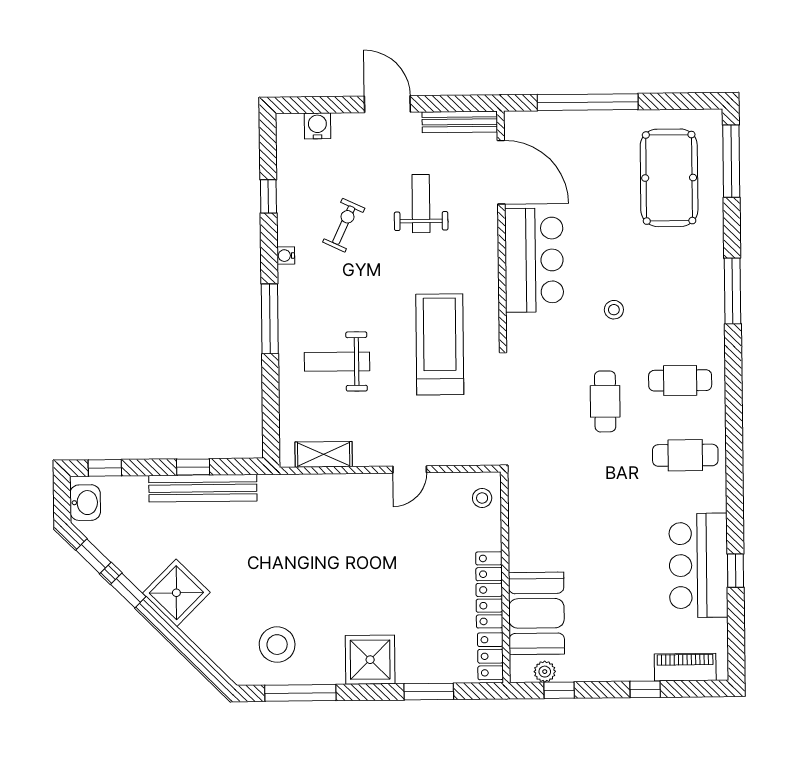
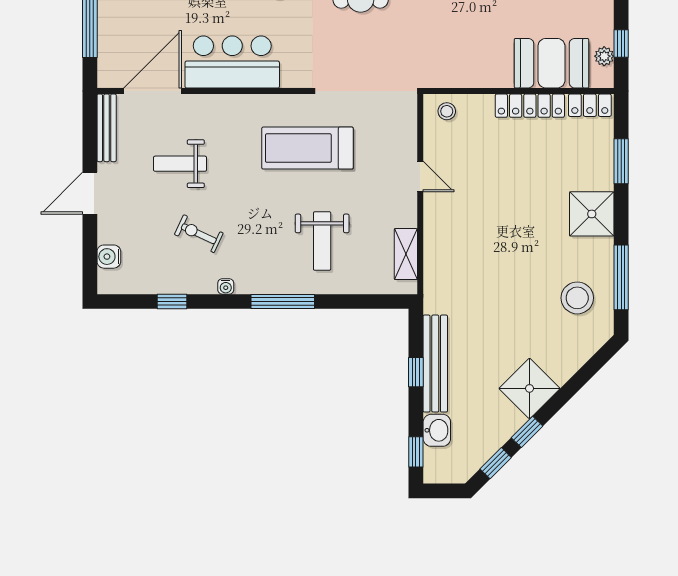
washbasin: (85, 503) -> (437, 430), moved, turned 90

